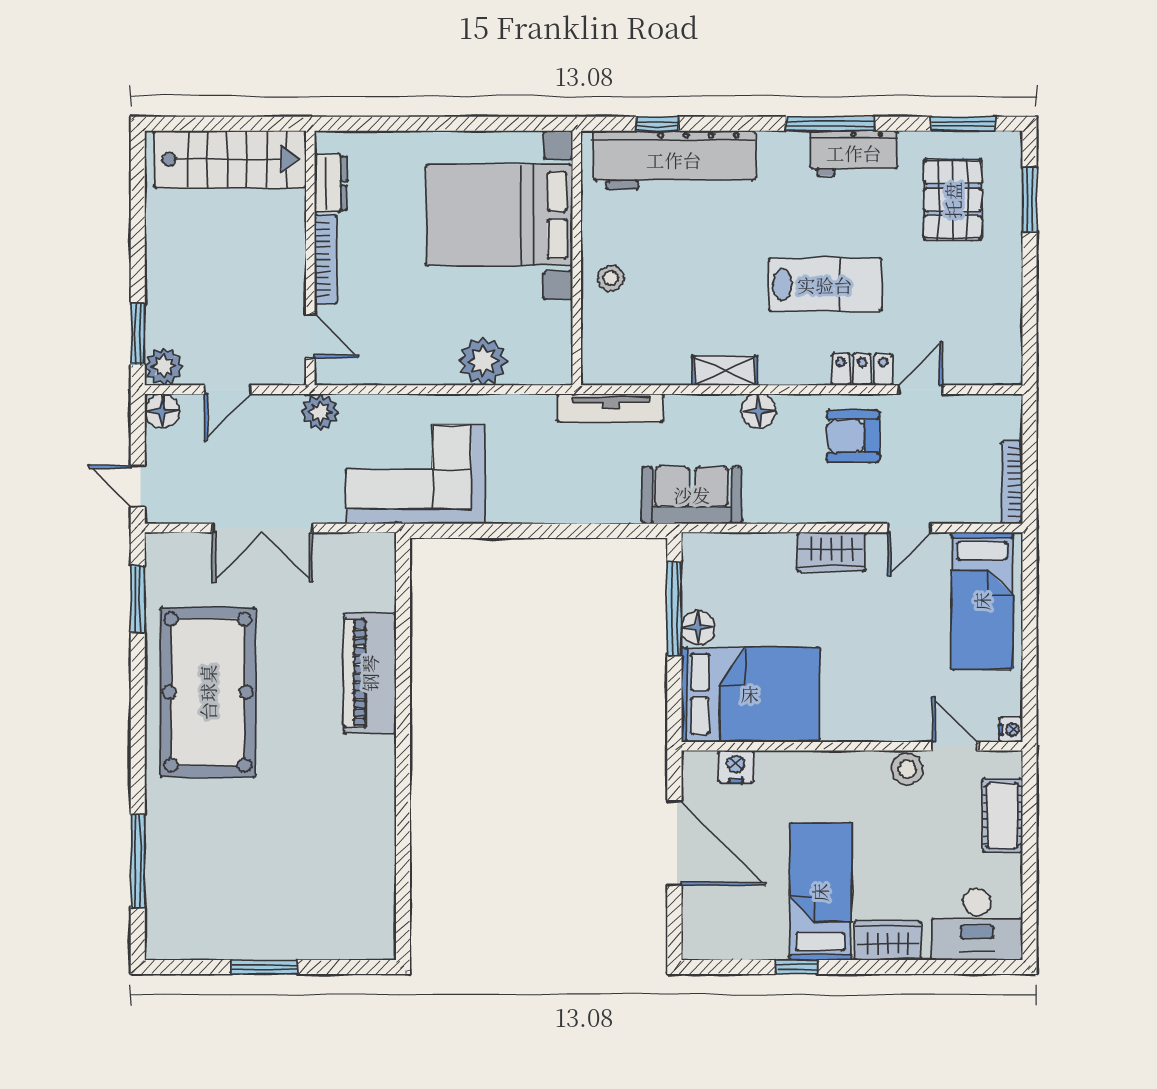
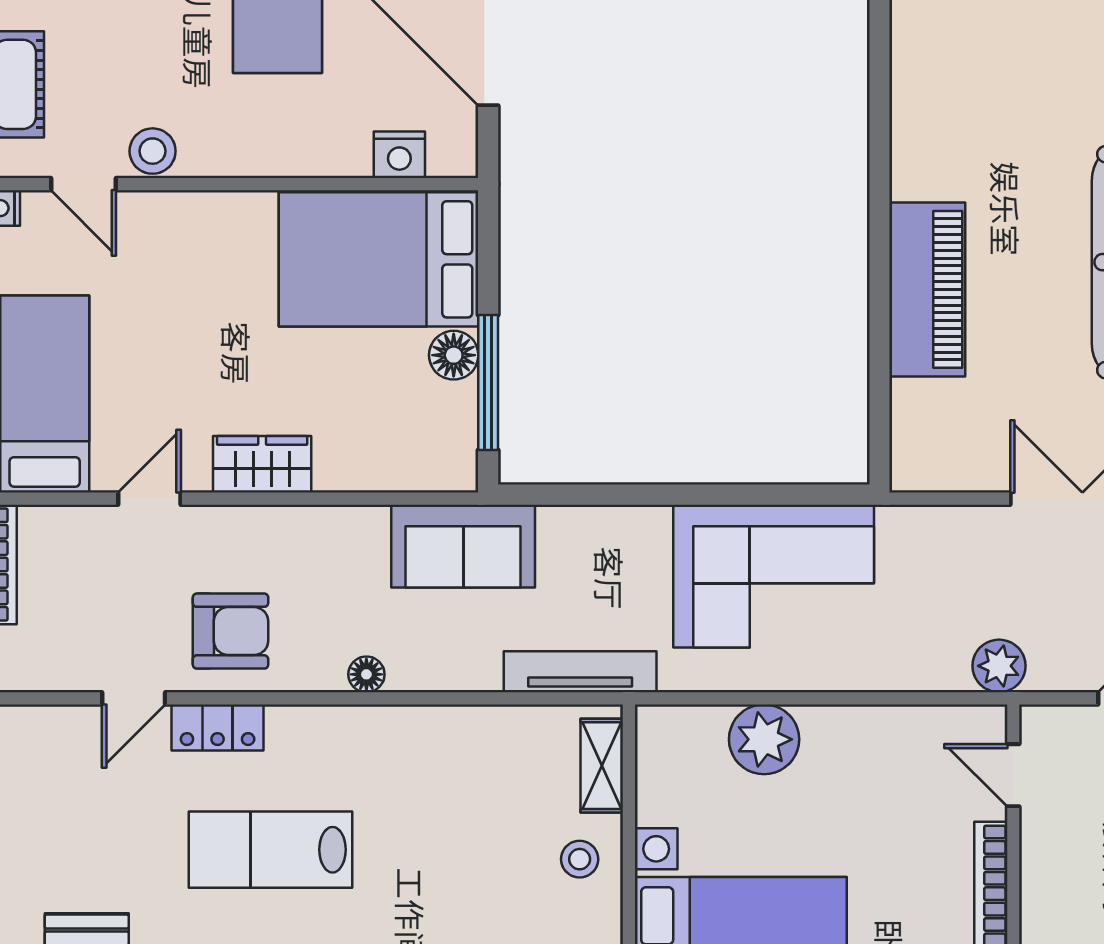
shelving: (725, 371) -> (602, 766), moved, turned 90
floor lamp: (759, 411) -> (366, 674), width x0.73, depth x0.73
corner sofa: (415, 474) -> (774, 576), moved

